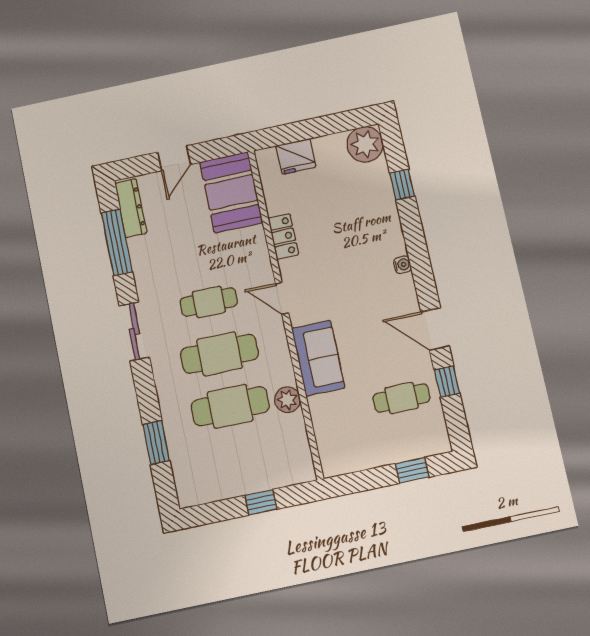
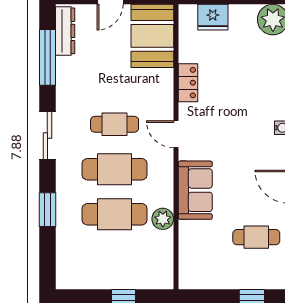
window: (156, 442) -> (47, 210), moved

